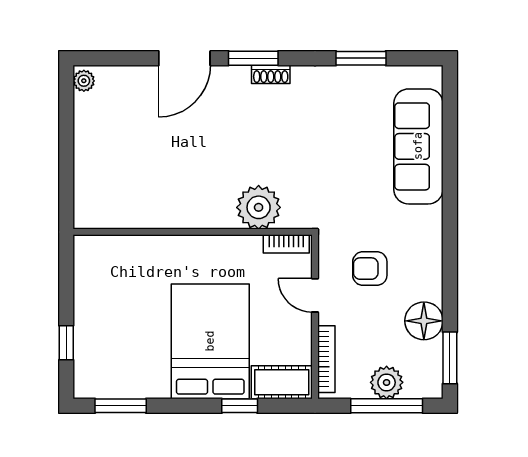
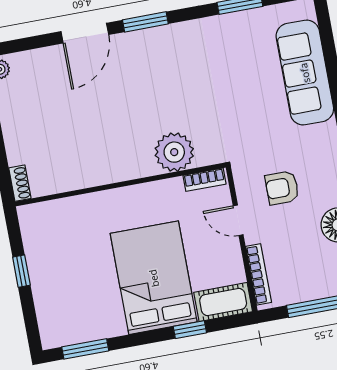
shoe rack: (271, 74) -> (20, 183), moved, turned -90
window: (66, 343) -> (21, 271), moved
plant: (387, 382) -> (315, 285), removed

